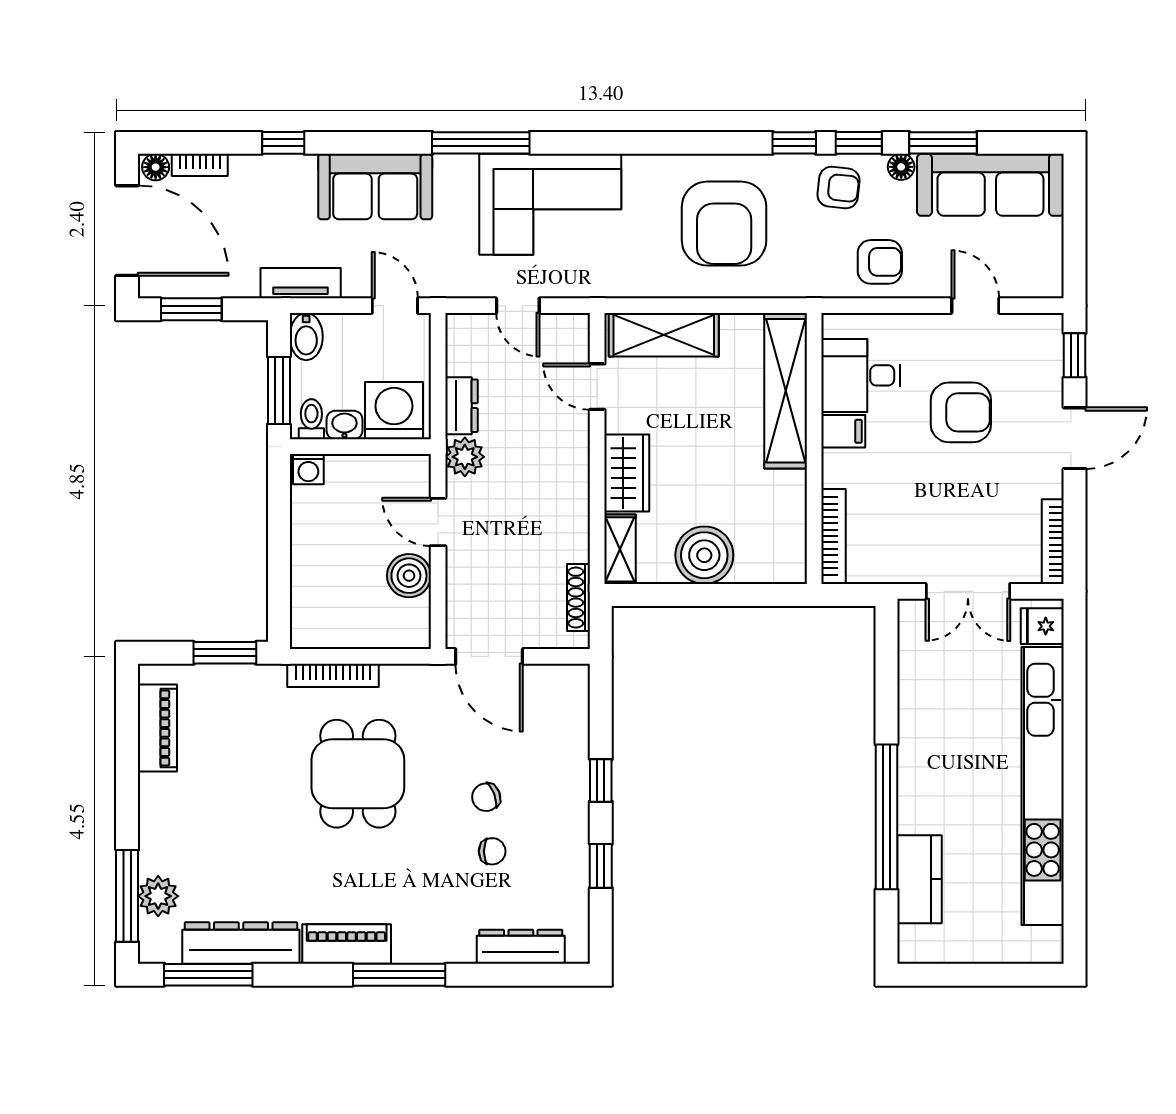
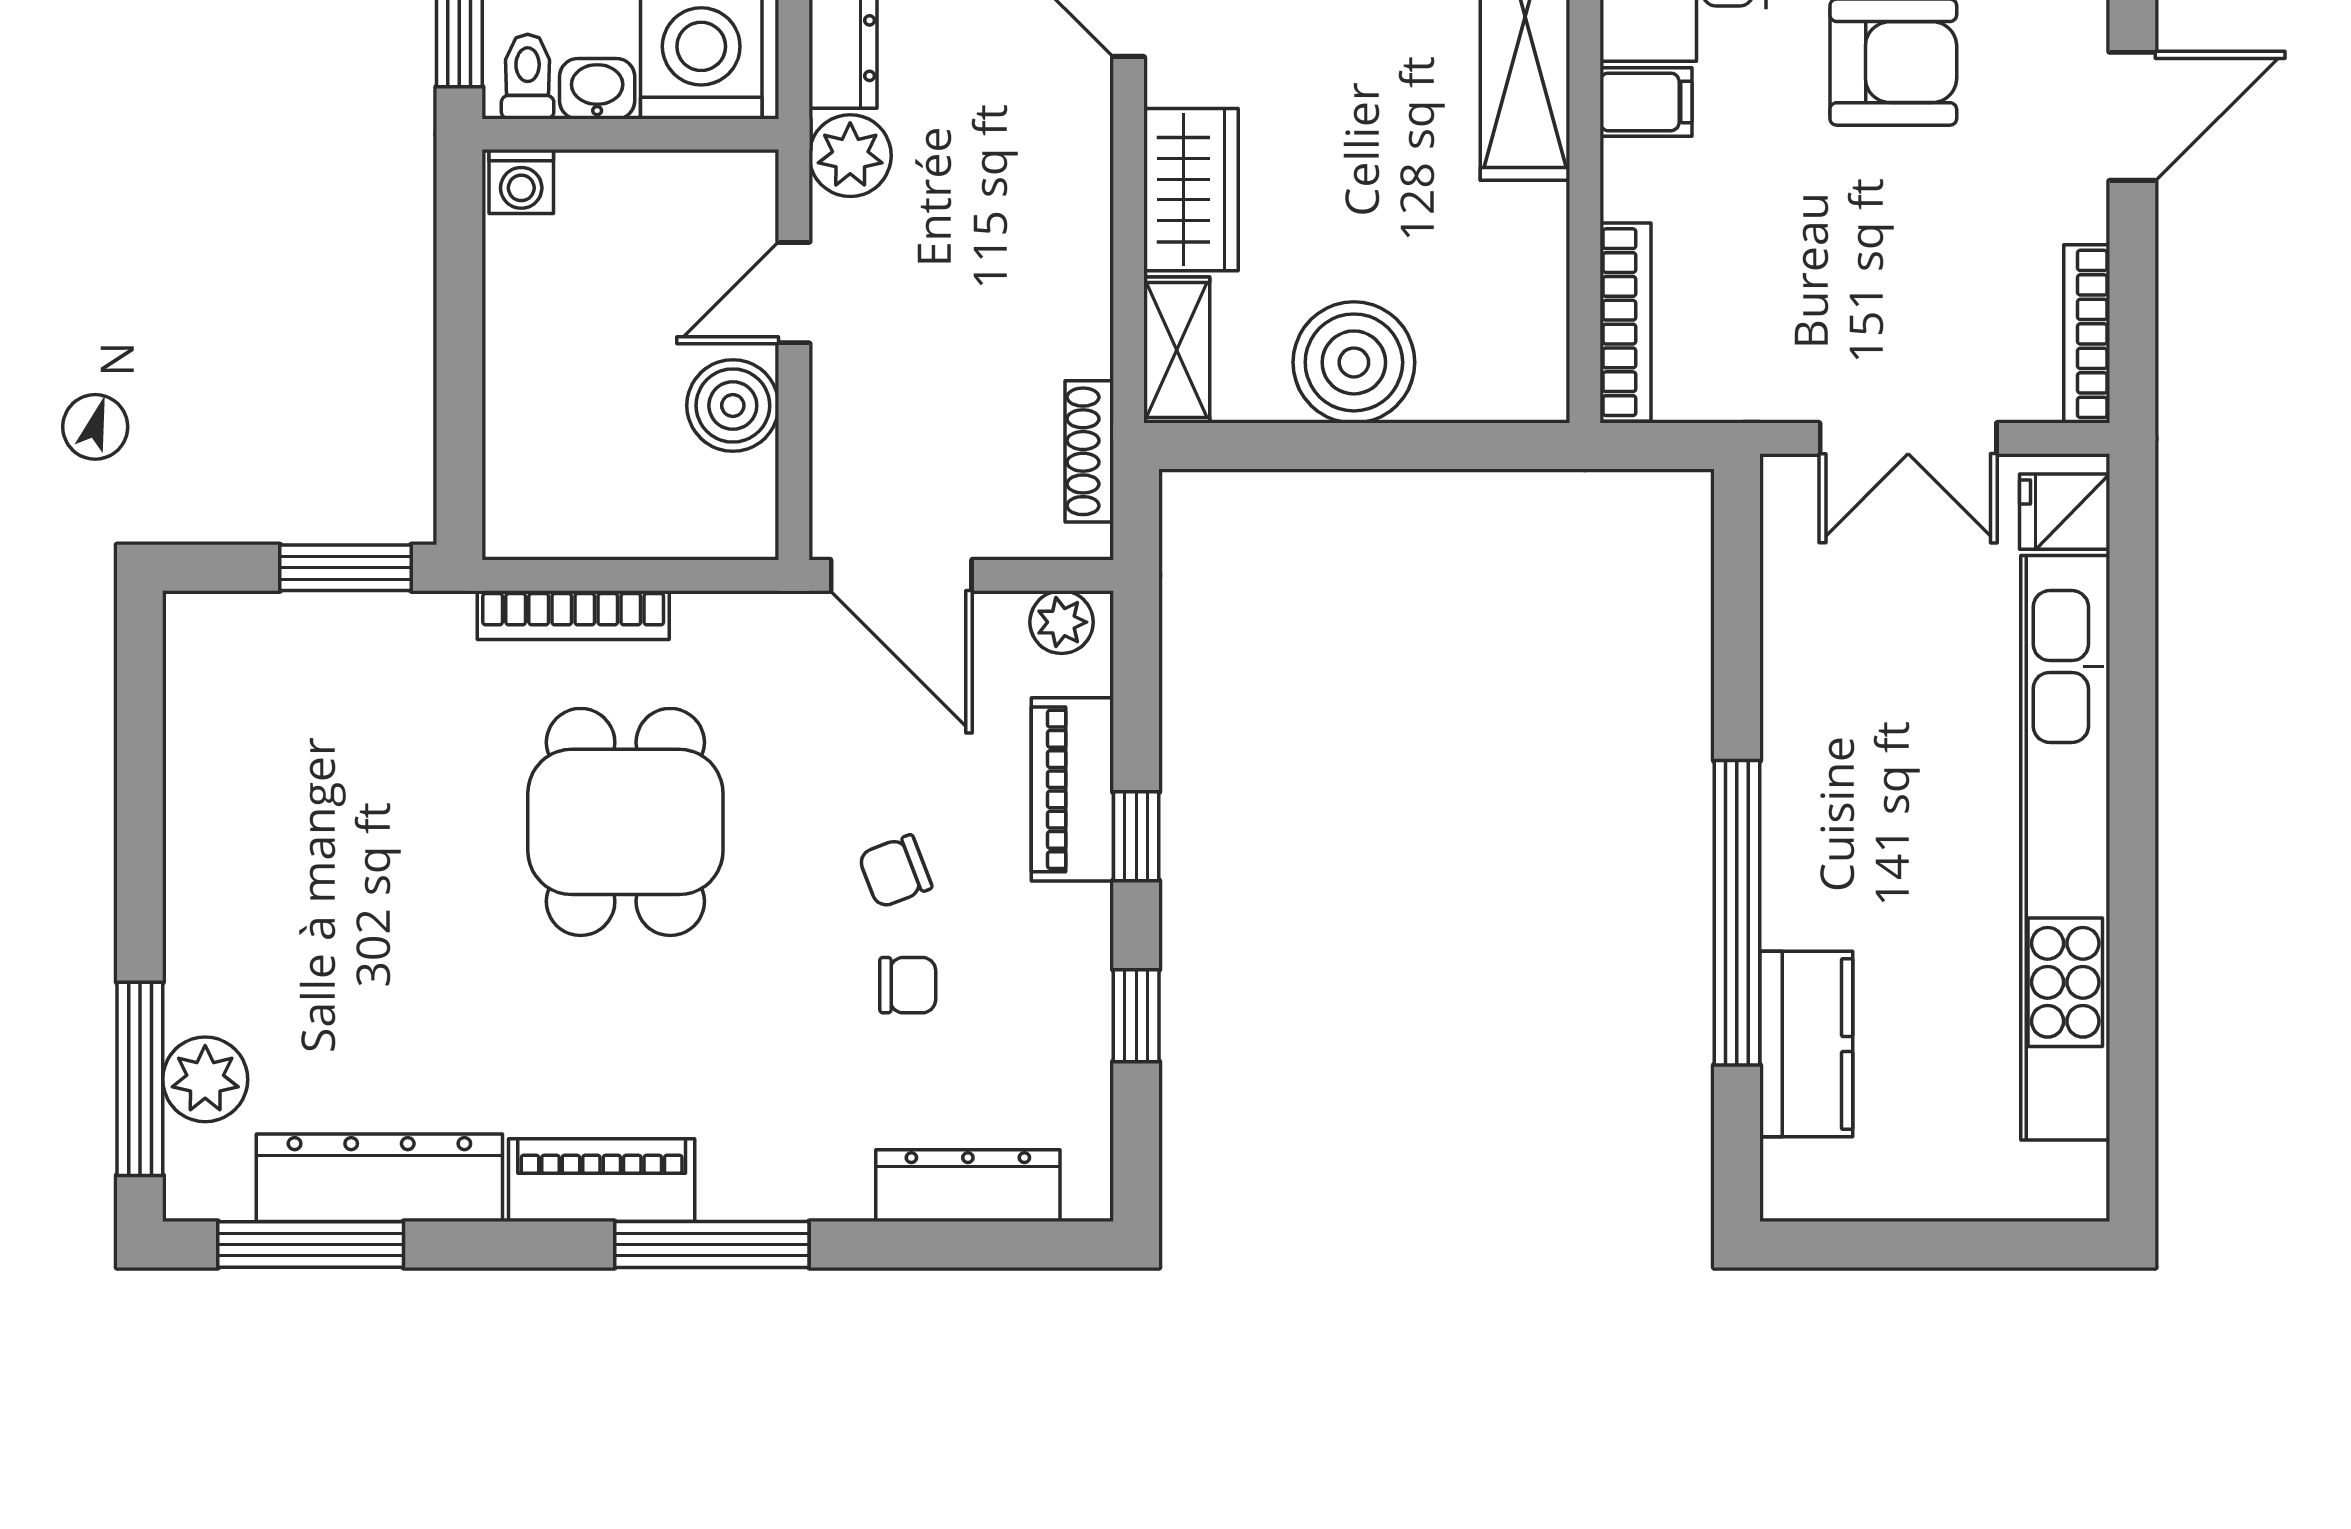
door: (438, 522) -> (794, 293), hinge flipped
plant: (565, 679) -> (1062, 622), added
piano: (157, 728) -> (1072, 789), moved, turned 180

